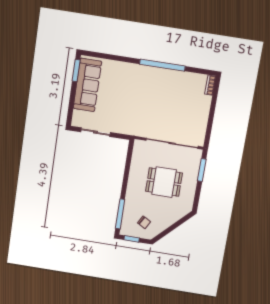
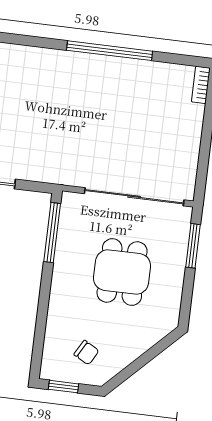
dining table: (164, 182) -> (122, 272), turned 90
window: (120, 214) -> (52, 233), moved

